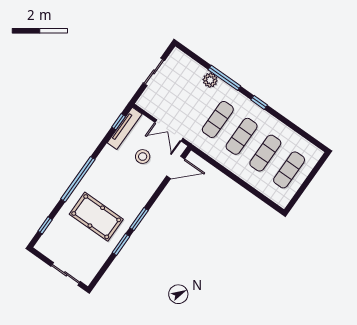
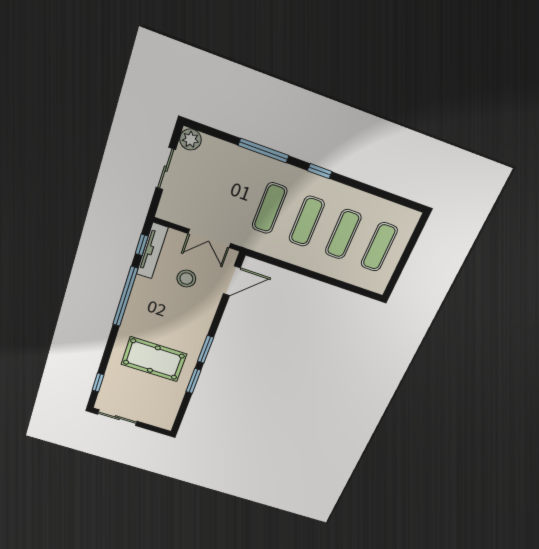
plant: (210, 80) -> (190, 139), moved
window: (78, 179) -> (125, 297), moved
sliding door: (66, 274) -> (117, 418), moved

